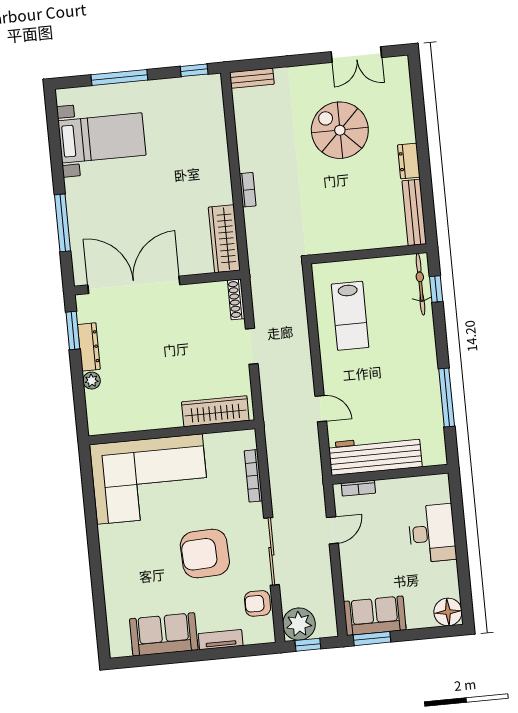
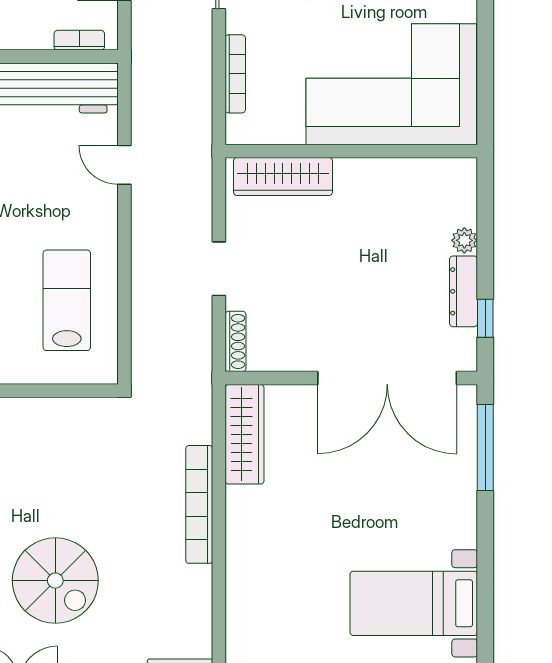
bookcase: (248, 190) -> (199, 504), width x2.31, depth x1.31
window: (63, 223) -> (485, 447), moved
window: (73, 330) -> (485, 318), width x0.67

